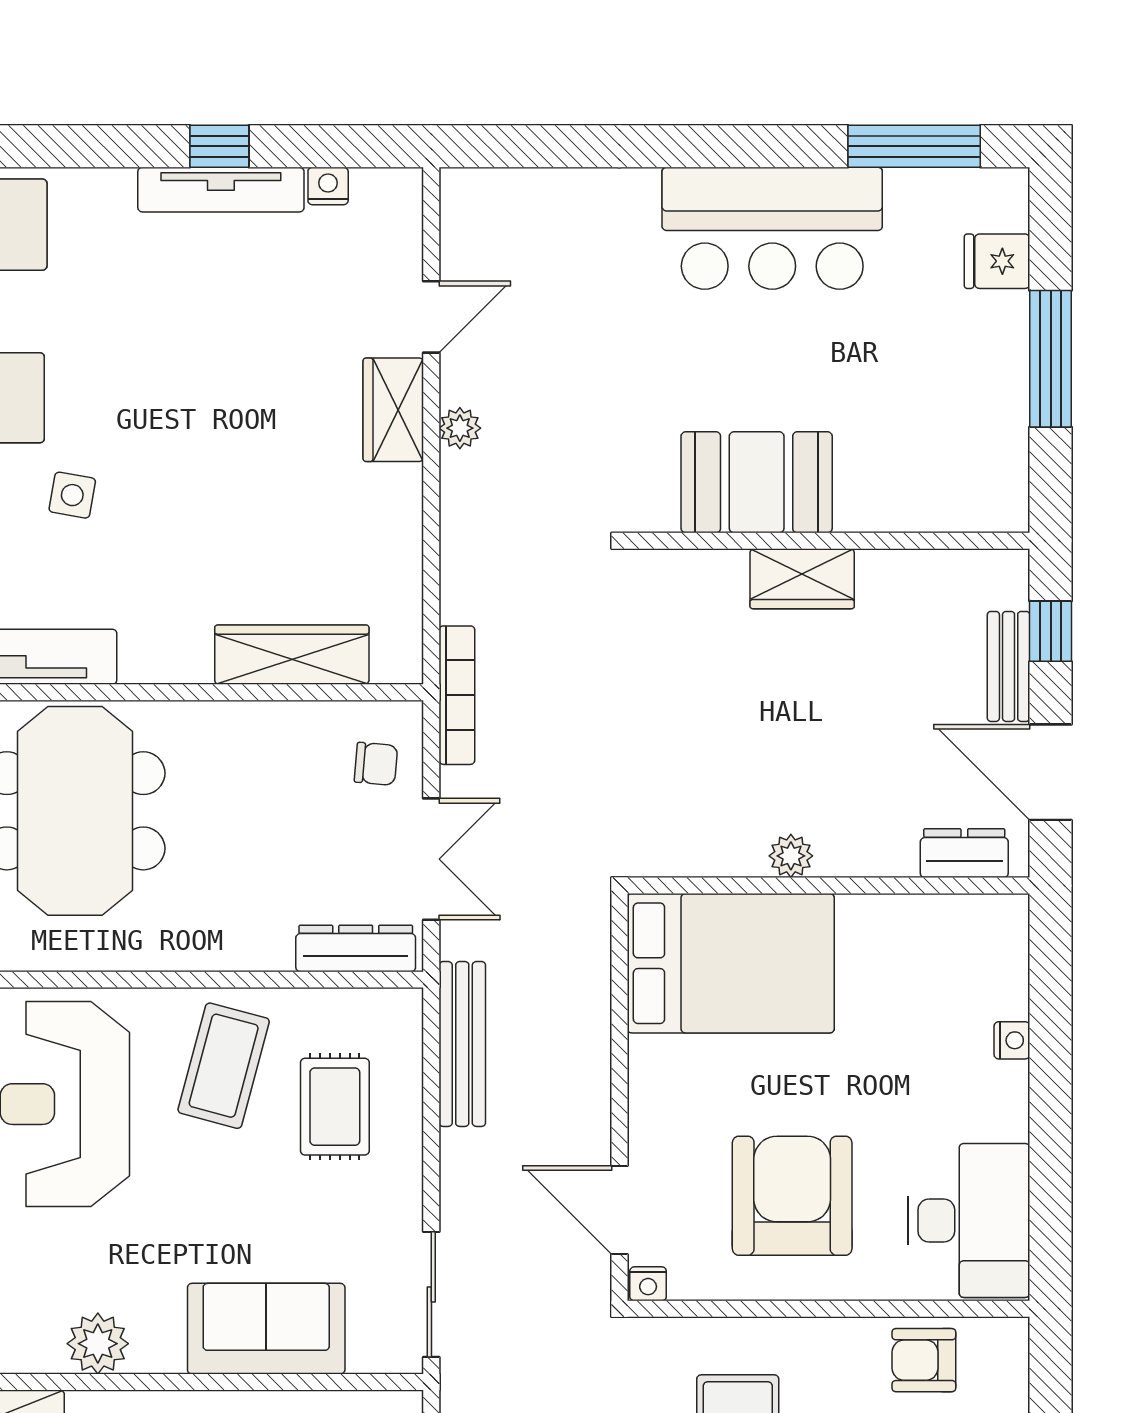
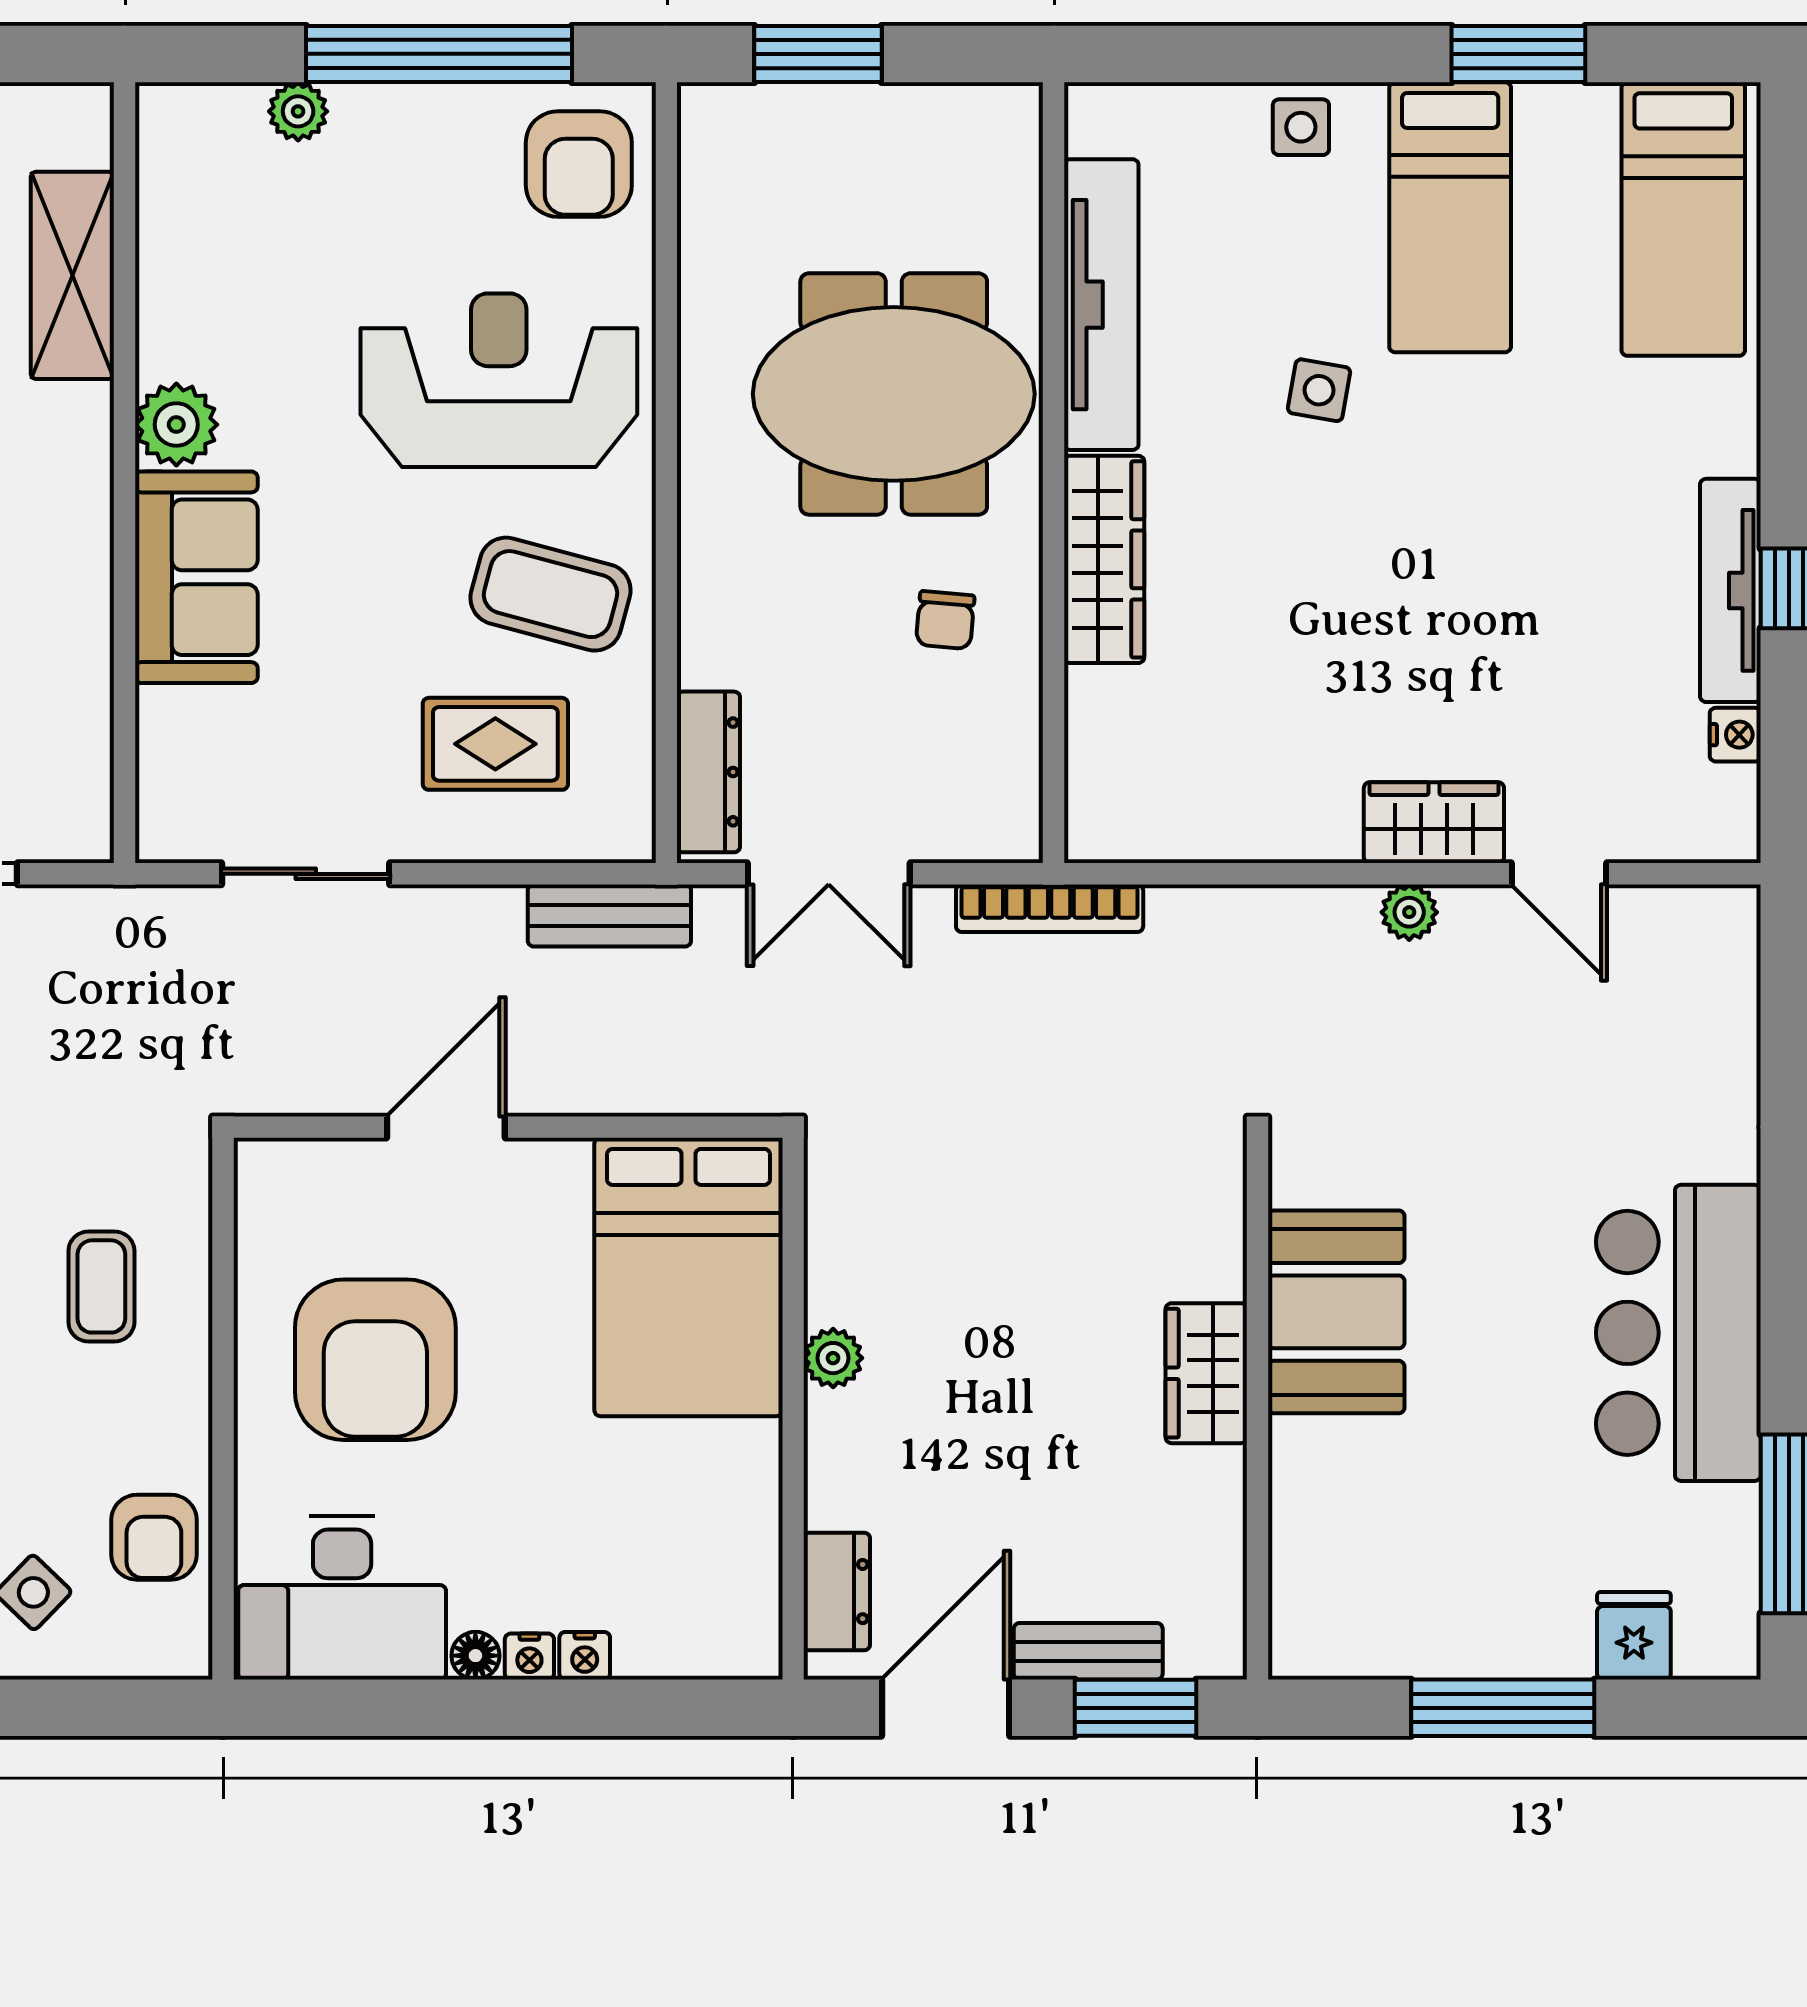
window: (1051, 631) -> (1136, 1708), width x1.50
wardrobe: (292, 655) -> (1104, 559), moved
chair: (376, 764) -> (945, 620), moved
bench: (462, 1044) -> (609, 915), width x0.73
floor lamp: (1012, 1121) -> (475, 1656), added
armchair: (792, 1196) -> (375, 1360), turned 90
door: (619, 1210) -> (446, 1127), moved
nightstand: (648, 1284) -> (529, 1656), moved, turned -90
sliding door: (431, 1294) -> (306, 874), moved
sofa: (266, 1329) -> (196, 577), moved
armchair: (924, 1360) -> (154, 1537), turned 180

